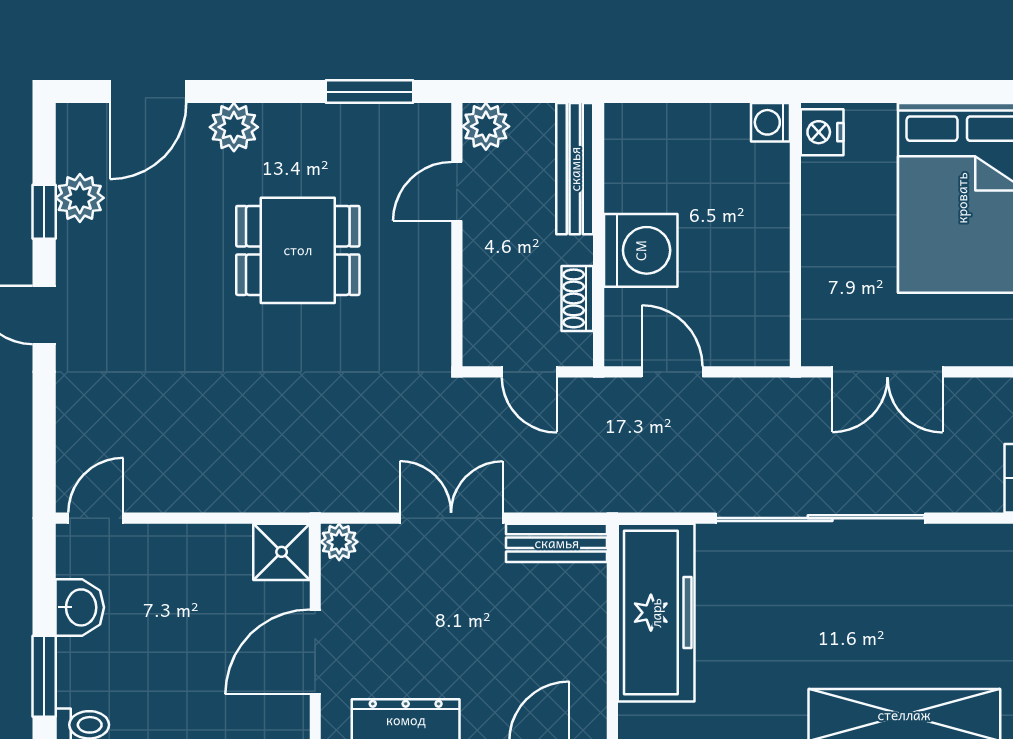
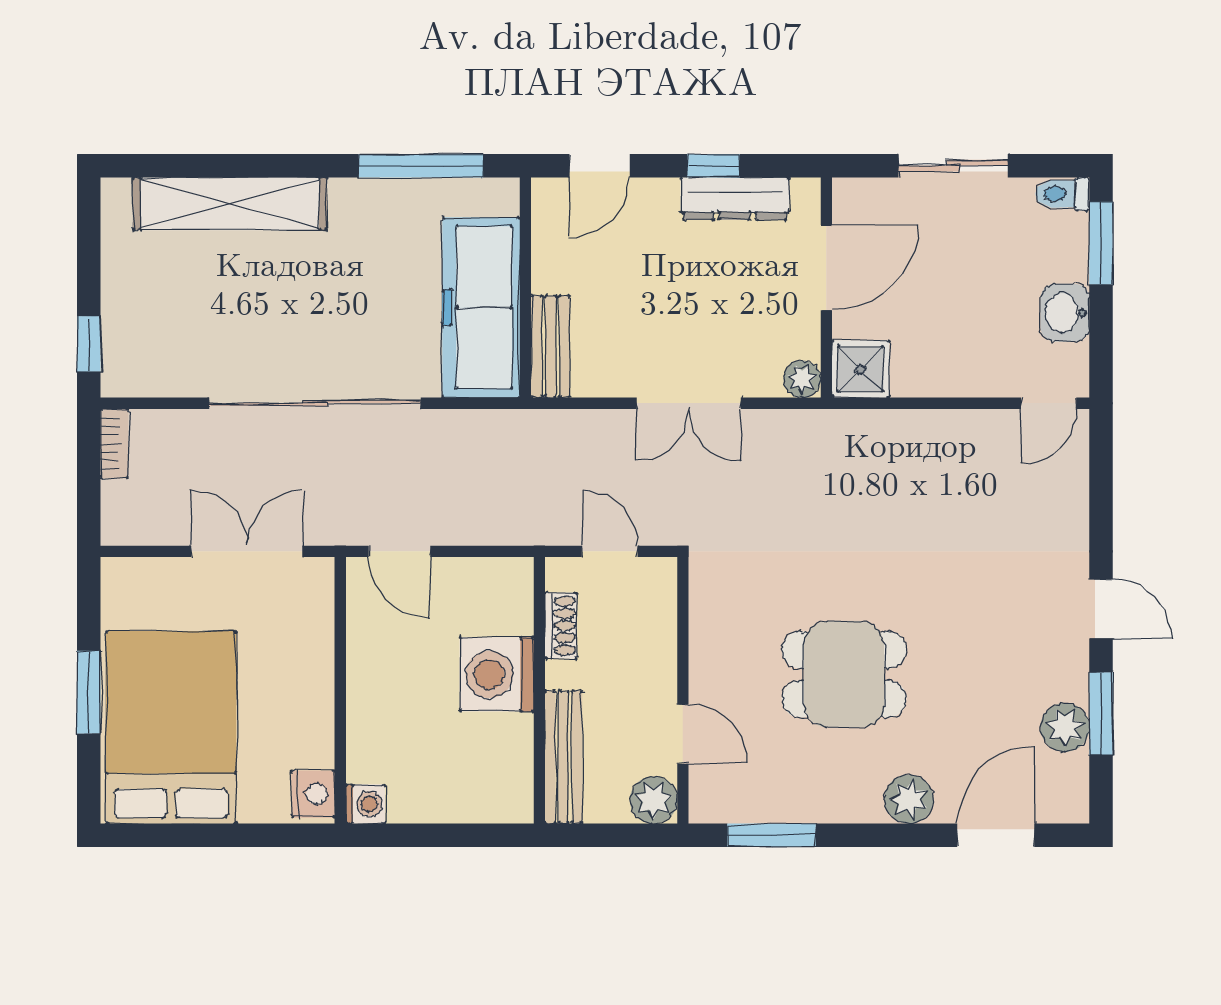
door: (457, 191) -> (683, 734), hinge flipped
window: (44, 212) -> (1101, 714), width x1.50
door: (672, 372) -> (400, 551), moved
bench: (557, 543) -> (550, 347), moved, turned 90

